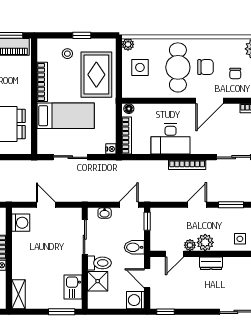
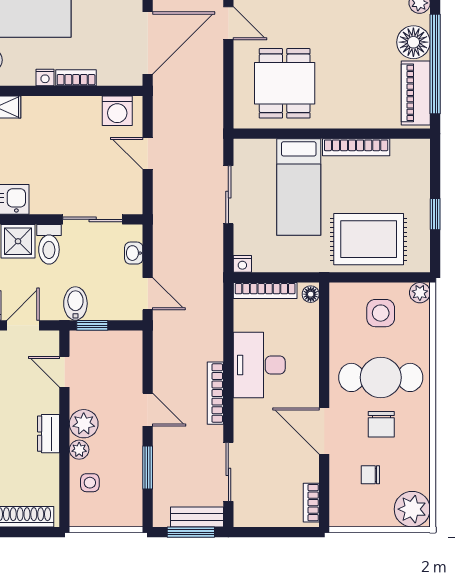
stool: (67, 54) -> (404, 190), removed
door: (46, 205) -> (148, 153), swing flipped
window: (147, 221) -> (92, 325), moved
plant: (190, 245) -> (79, 450), moved

